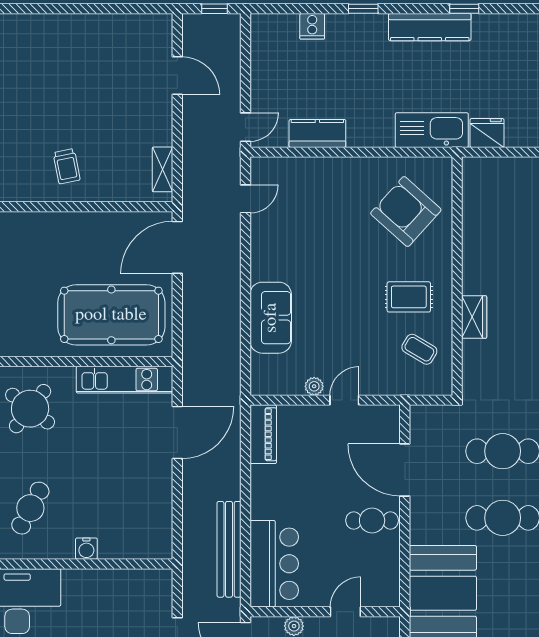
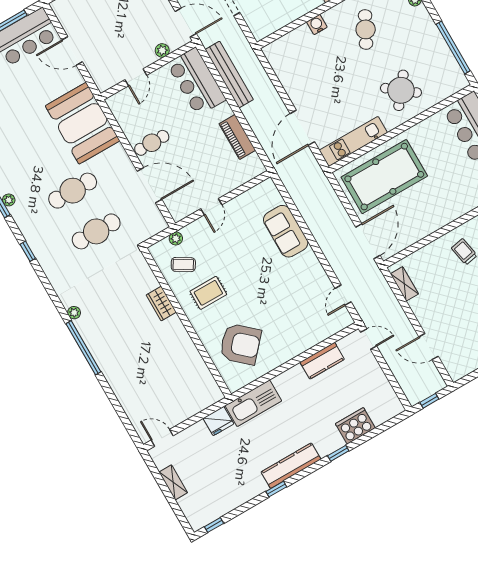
cooker: (312, 26) -> (355, 426), width x1.87, depth x1.31
door: (245, 127) -> (369, 339), swing flipped
plant: (314, 386) -> (176, 239), moved
piano: (263, 434) -> (237, 137), moved

